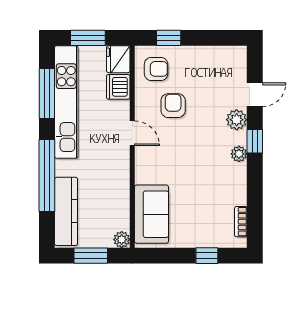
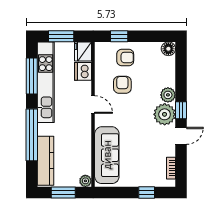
floor lamp: (237, 55) -> (168, 49), added
armchair: (156, 69) -> (125, 57), moved
door: (255, 95) -> (181, 136), moved
plant: (239, 154) -> (165, 114), width x1.88, depth x1.88
sofa: (151, 214) -> (107, 155), width x1.36

